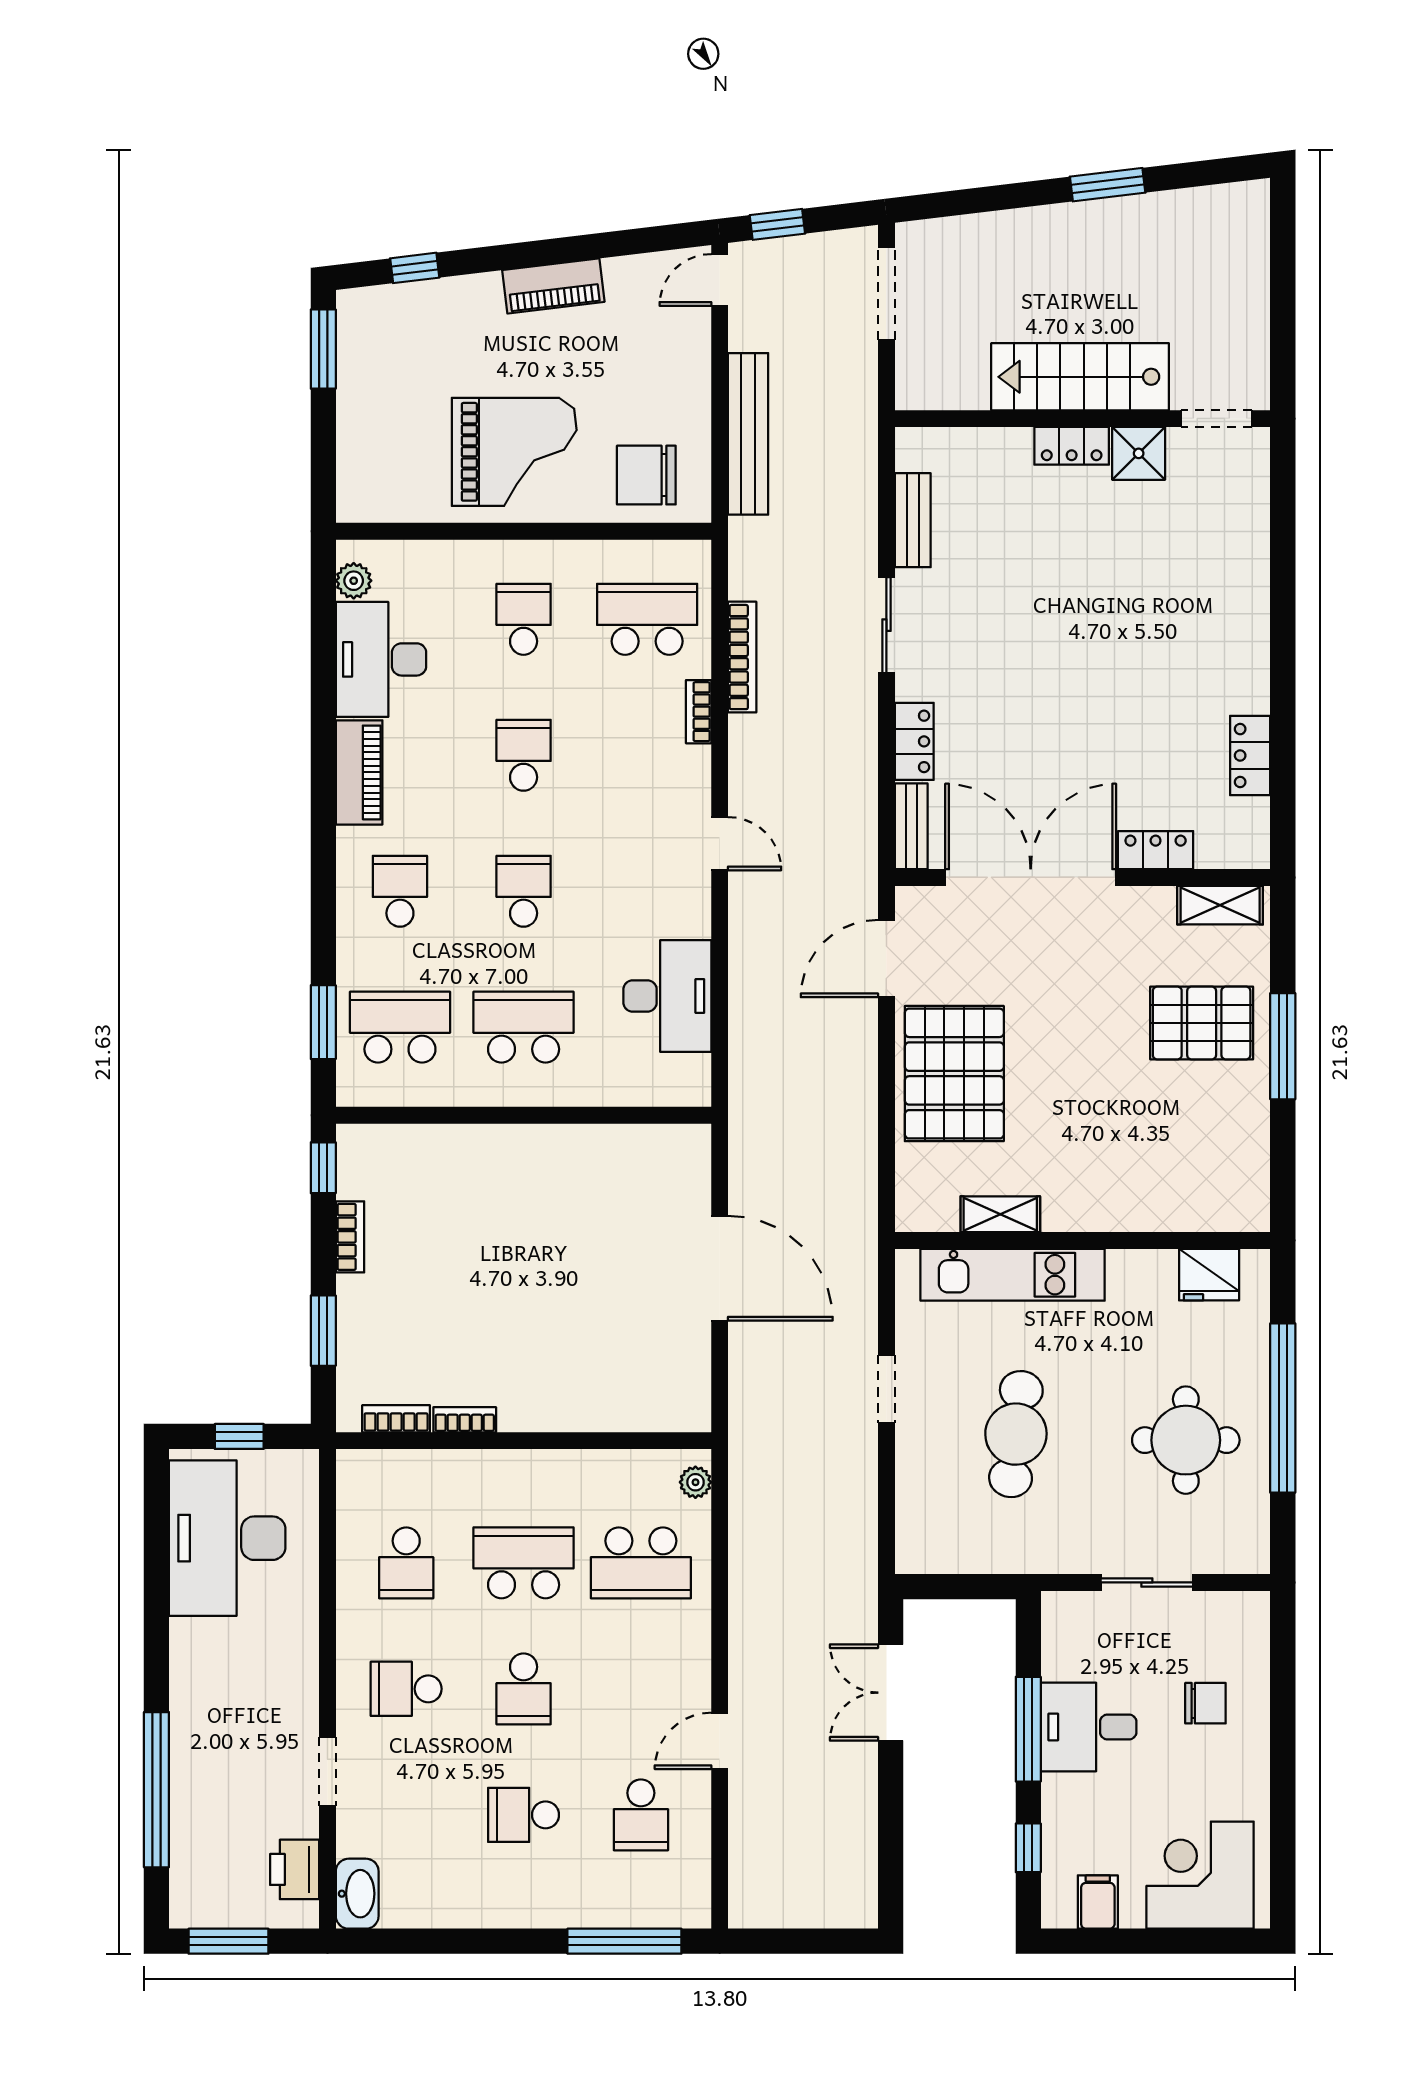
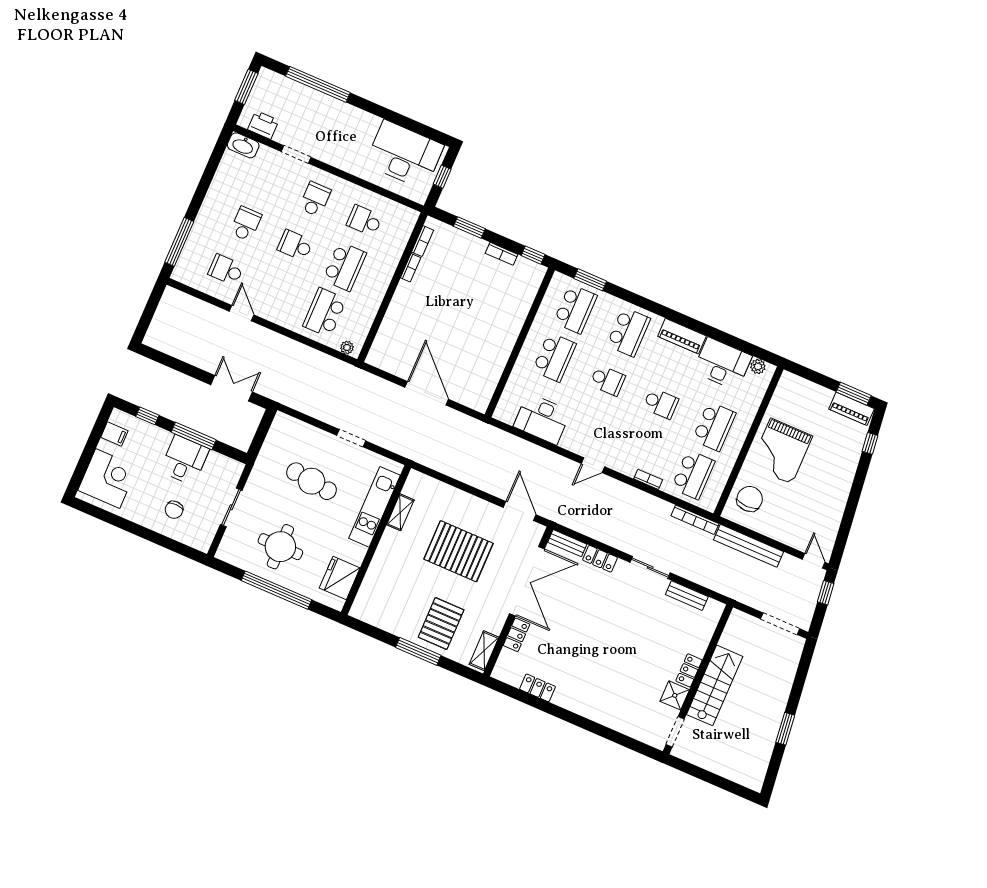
piano: (553, 286) -> (851, 409), moved, turned -83
school desk: (524, 619) -> (714, 426), width x1.85
bookcase: (742, 657) -> (695, 520), moved
school desk: (400, 891) -> (628, 332), width x1.85
pallet: (954, 1074) -> (458, 551), moved
door: (720, 1268) -> (427, 393), swing flipped
fridge: (1209, 1275) -> (340, 578), width x1.36, depth x1.34

